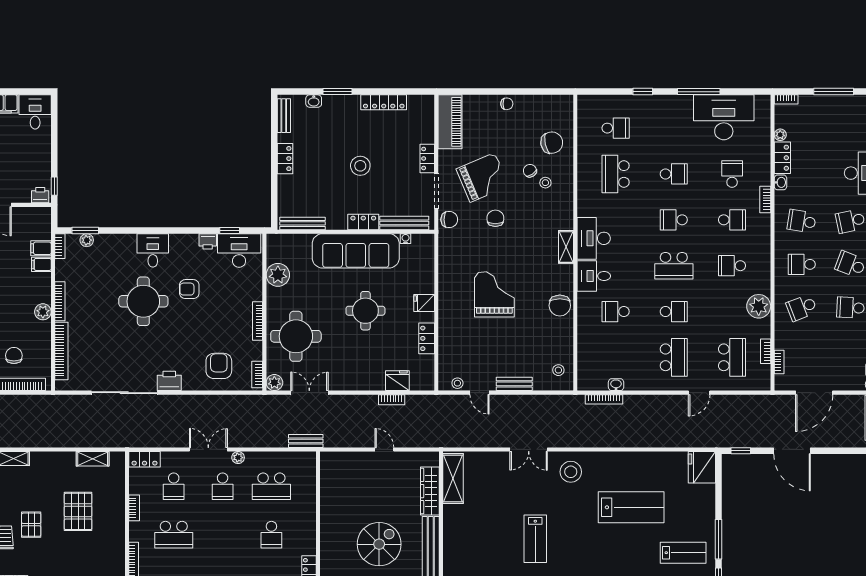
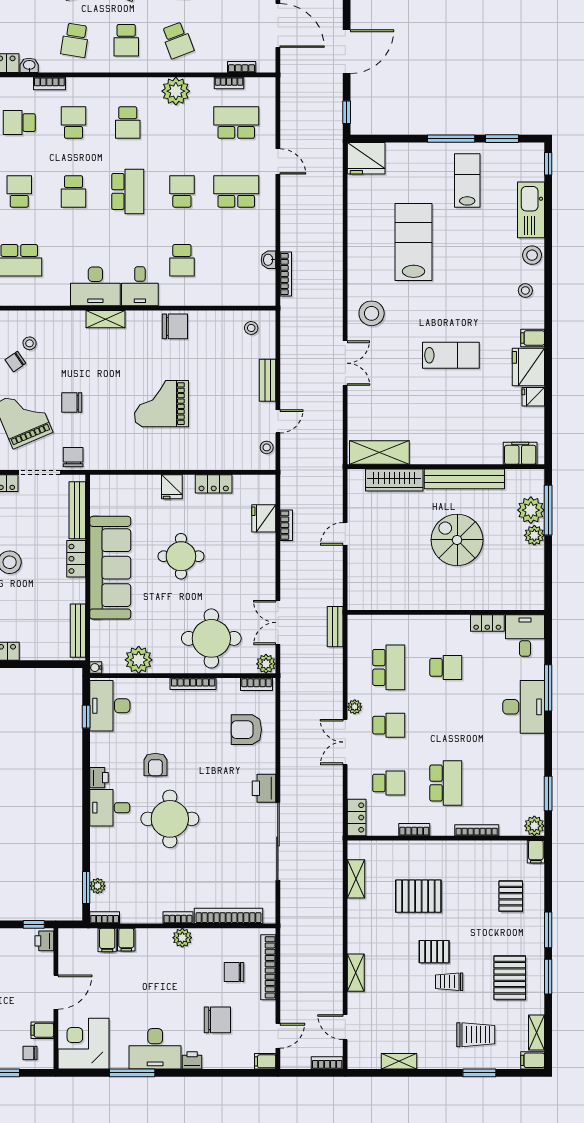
water cooler: (406, 239) -> (96, 668), moved
printer: (208, 241) -> (99, 778), moved
bookcase: (60, 301) -> (178, 918), width x0.64

